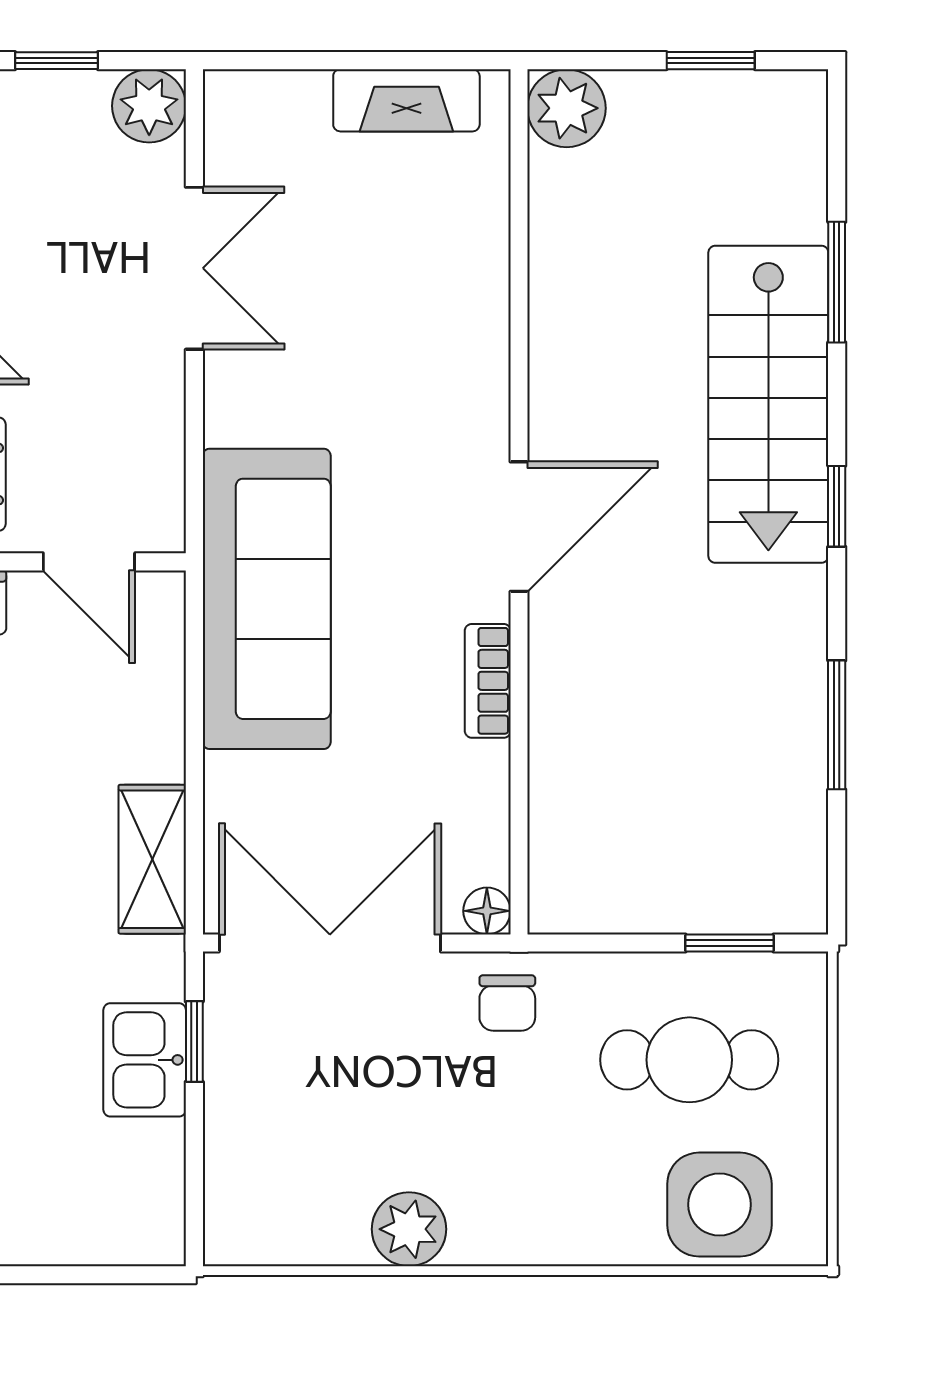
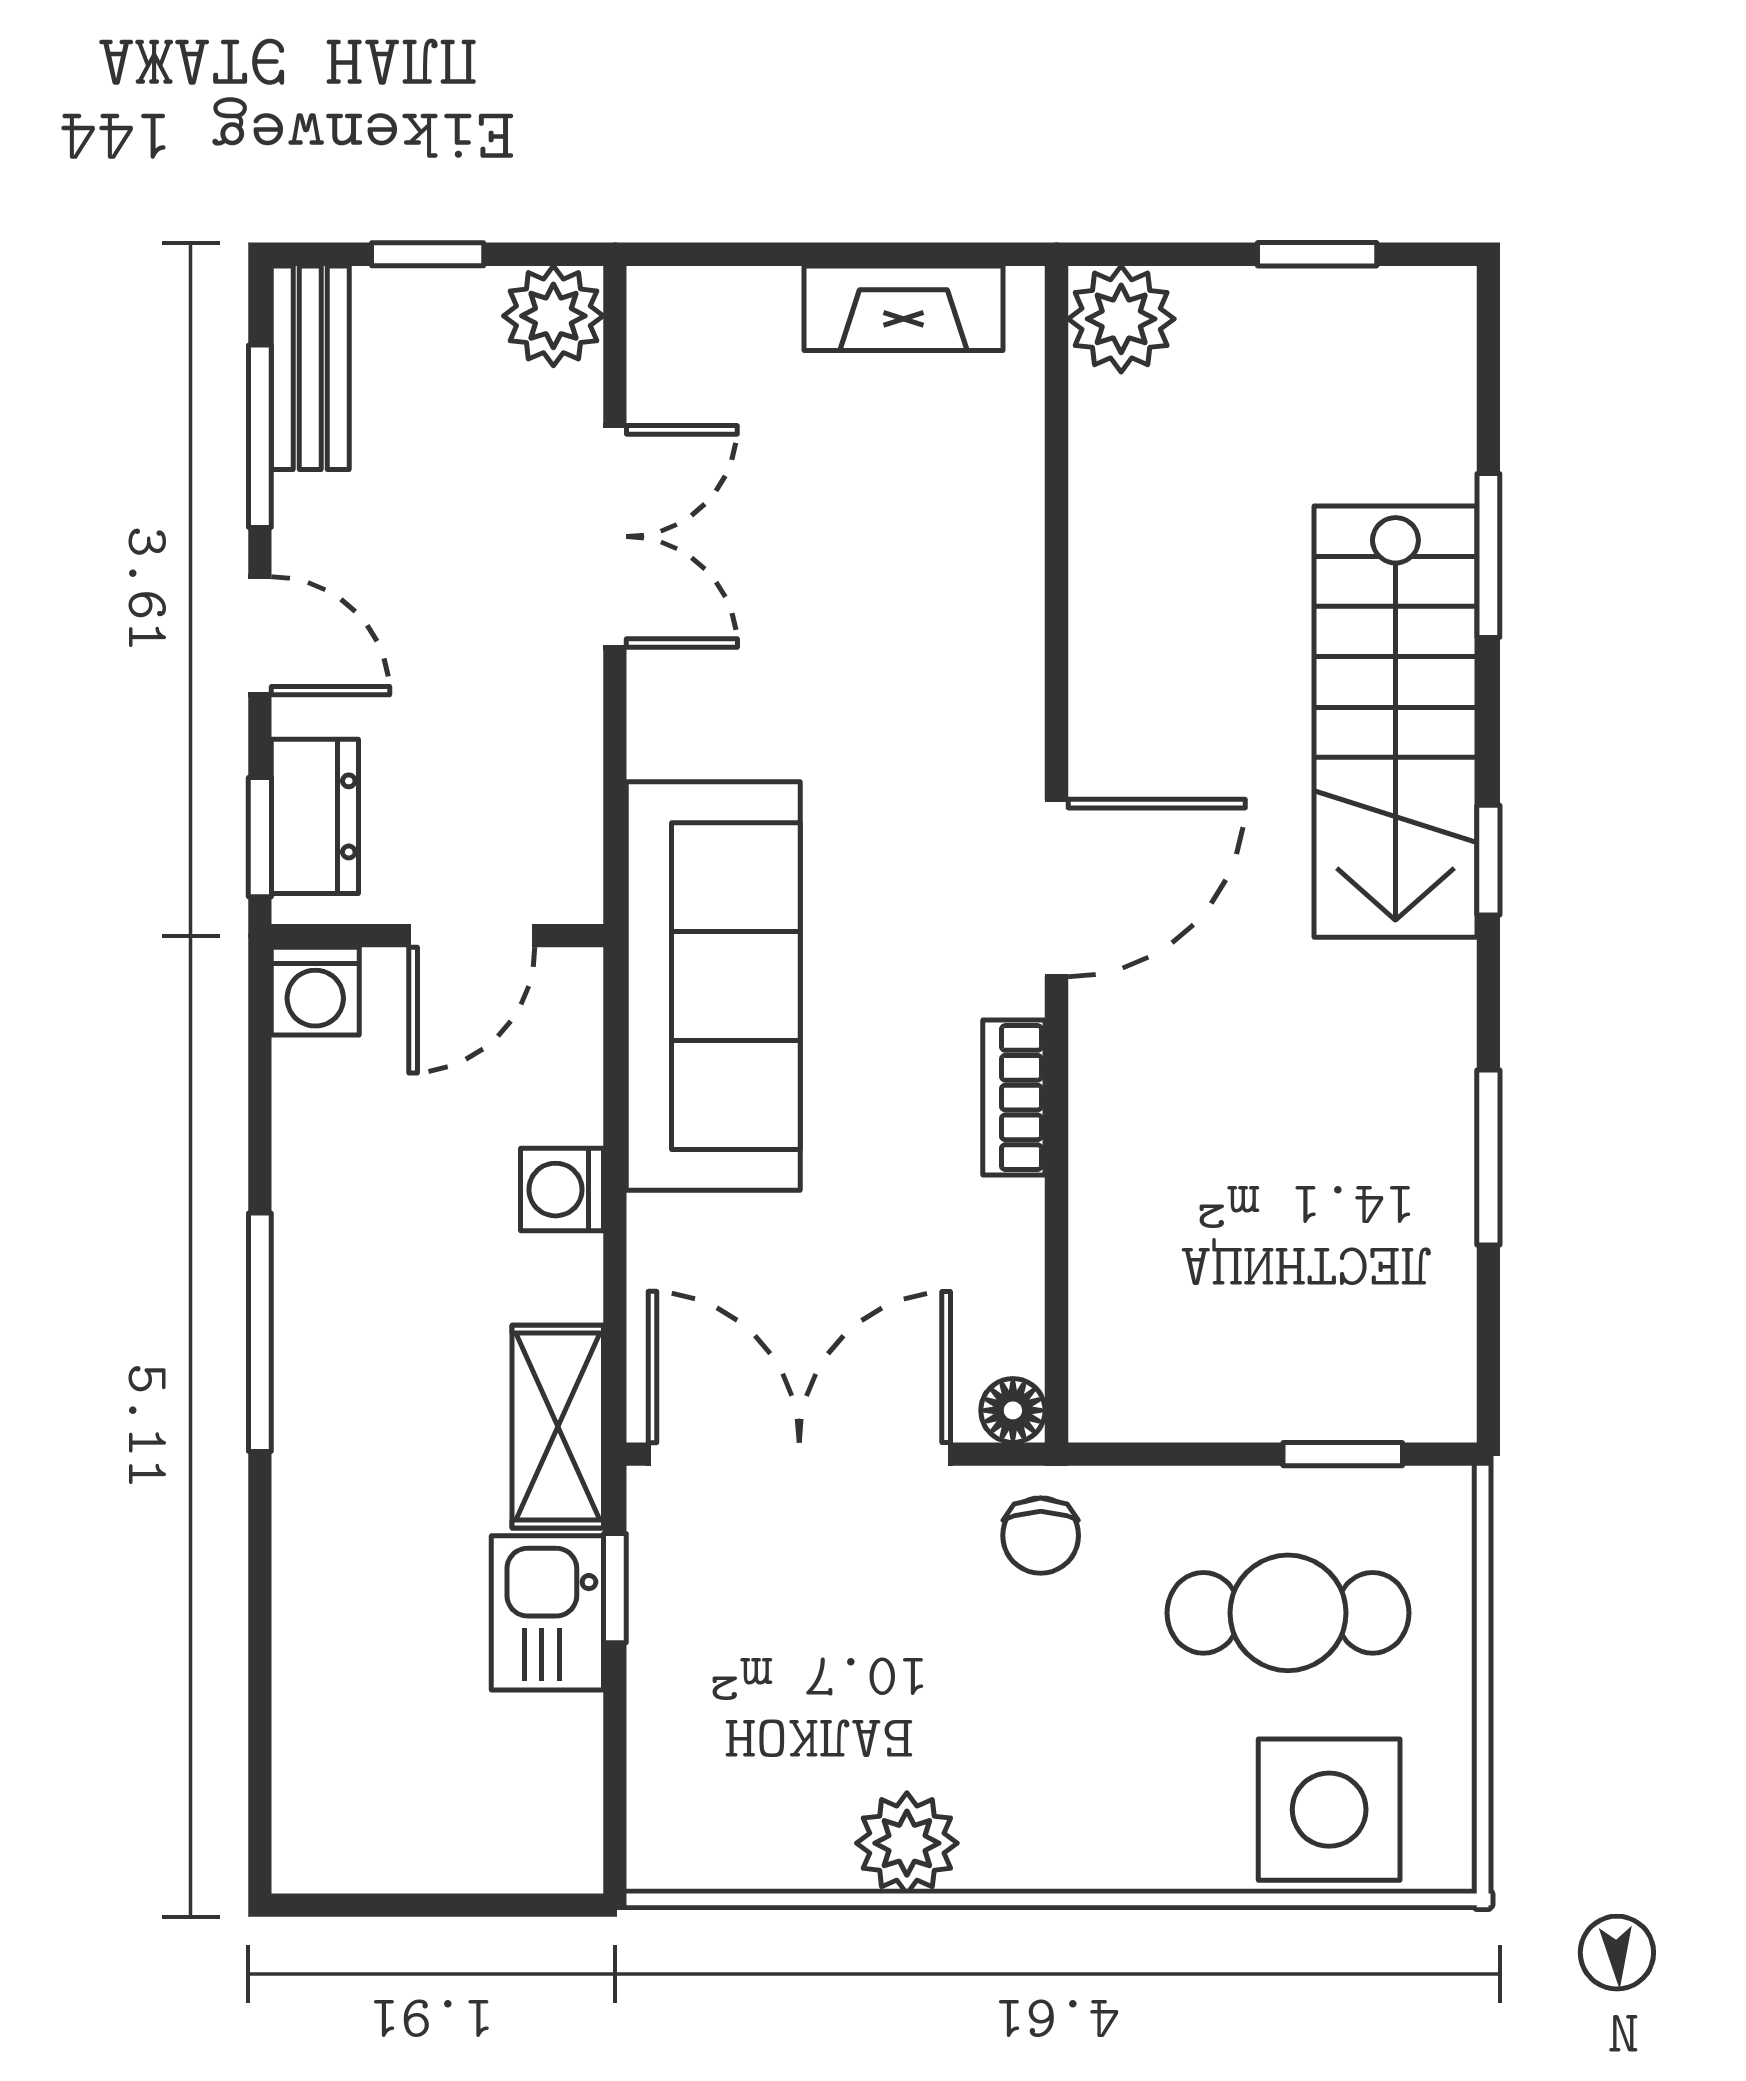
door: (89, 562) -> (472, 936), hinge flipped
washing machine: (155, 748) -> (562, 1190), added
shelving: (152, 859) -> (558, 1427), moved

